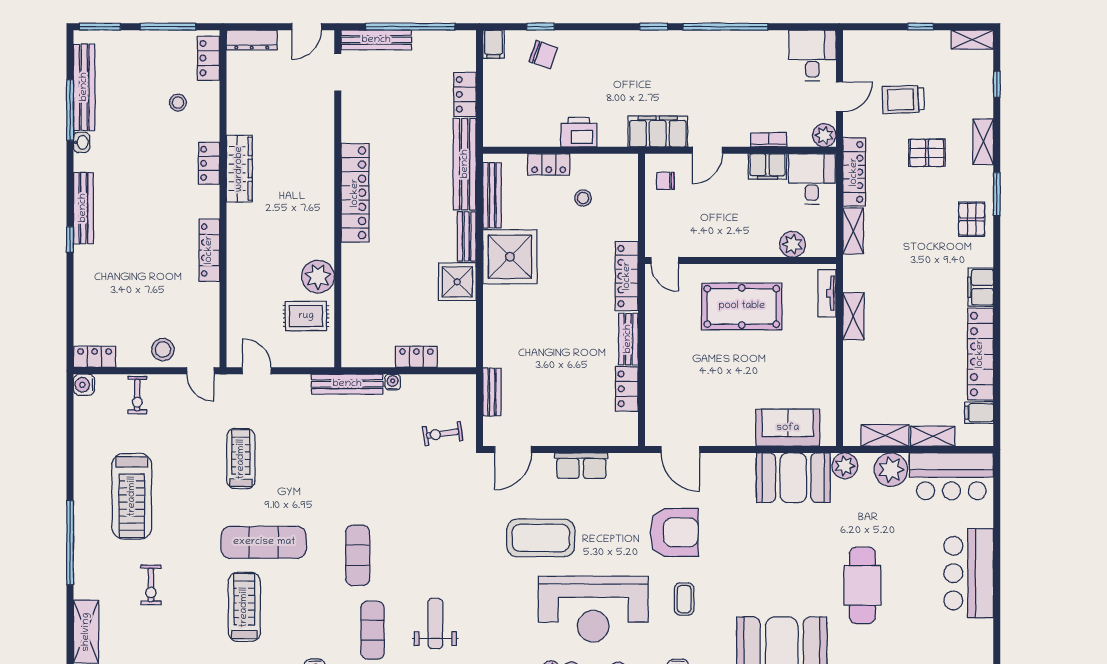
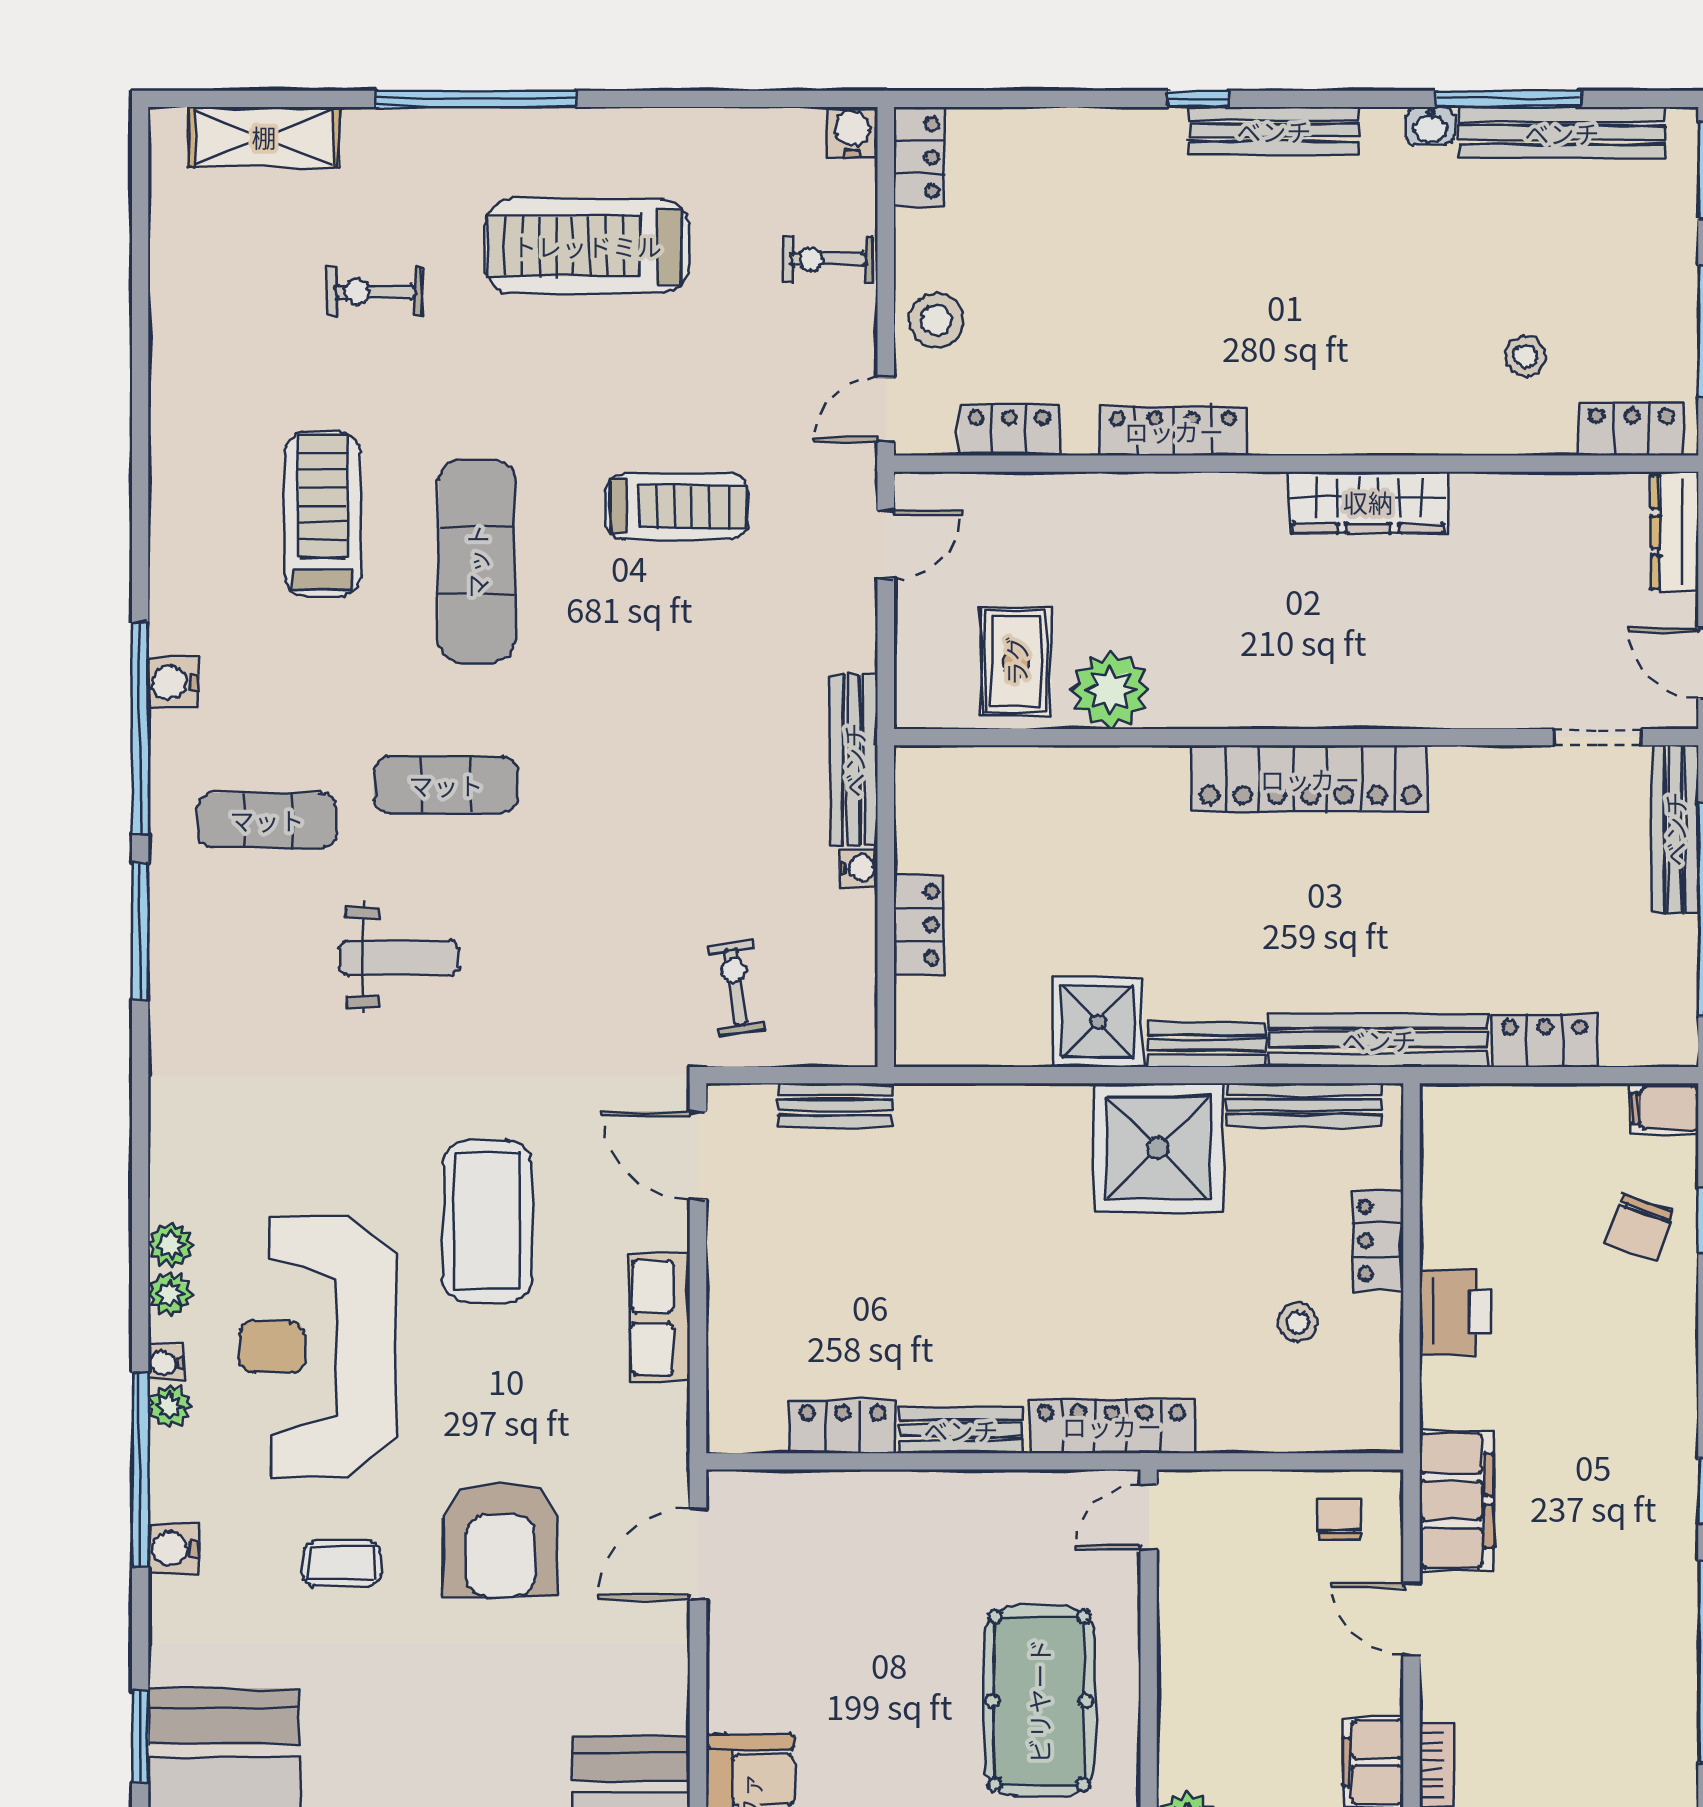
locker: (209, 163) -> (1010, 430), moved
treadmill: (244, 607) -> (323, 514), turned -90
weight bench: (435, 624) -> (399, 957), moved

